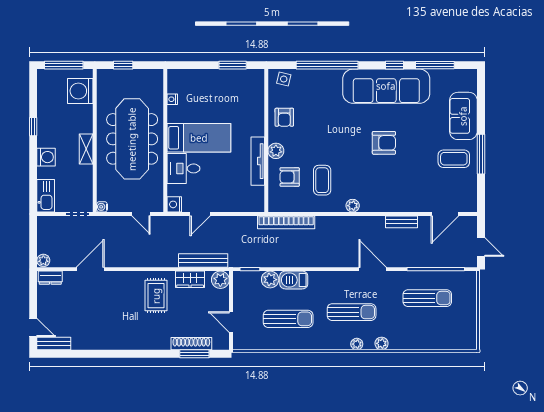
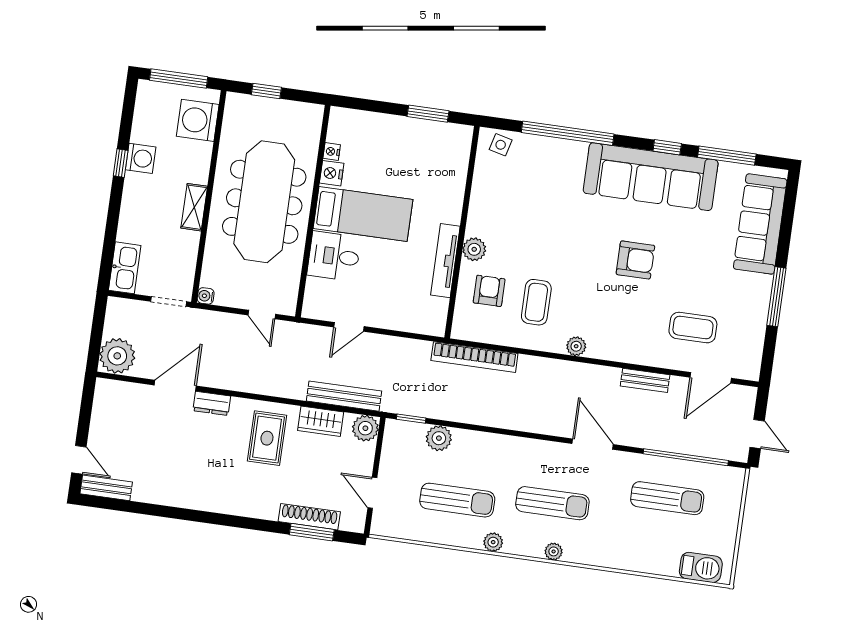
sofa: (463, 116) -> (760, 224), width x1.36
armchair: (284, 117) -> (494, 201), removed
washing machine: (46, 157) -> (141, 158), moved
coffee table: (454, 159) -> (693, 328), moved
armchair: (290, 177) -> (489, 291), turned 90
nightstand: (174, 204) -> (332, 173), moved
plant: (43, 260) -> (117, 356), width x1.88, depth x1.88
dresser: (50, 278) -> (212, 403), moved
barbecue: (294, 280) -> (701, 567), moved, turned 180
plant: (382, 343) -> (493, 542), moved

